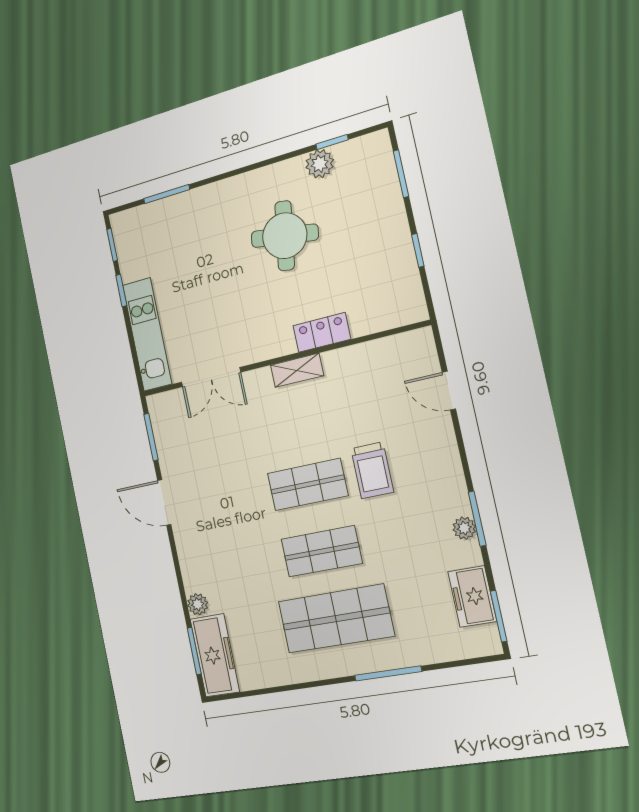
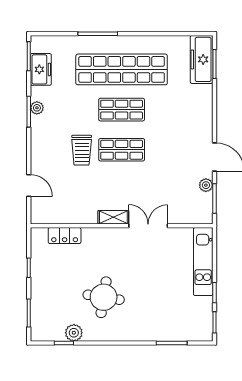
locker: (322, 332) -> (65, 236), moved
double door: (211, 377) -> (148, 226), moved
trolley: (372, 470) -> (82, 150), turned 180
plant: (198, 604) -> (206, 185), moved
shop shelf: (336, 619) -> (122, 69), width x1.40

